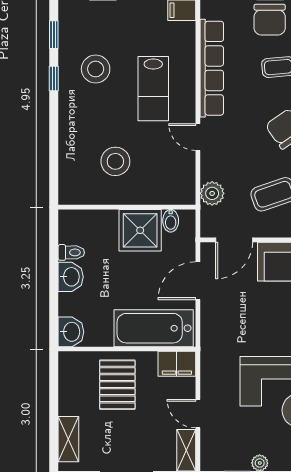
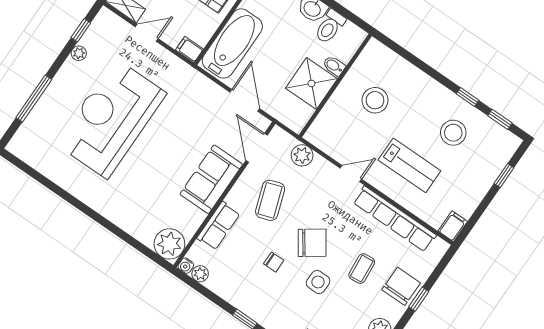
chair: (270, 20) -> (401, 286), turned 90
lab bench: (153, 89) -> (409, 165), turned 180
bidet: (171, 221) -> (334, 66), moved
toilet: (71, 252) -> (330, 27), width x1.37, depth x1.39
filing cabinet: (177, 364) -> (189, 50), width x0.50

